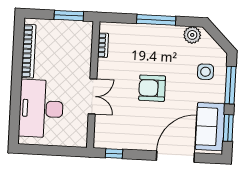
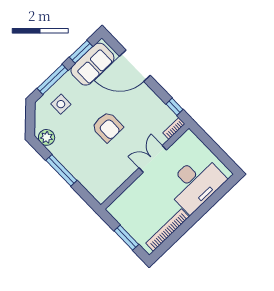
window: (69, 16) -> (126, 238), moved
bookcase: (103, 45) -> (174, 128), moved

